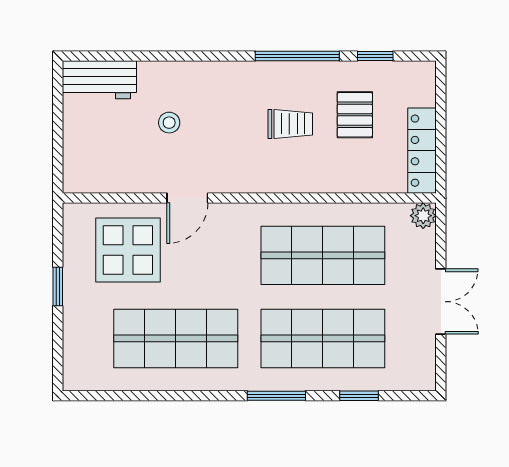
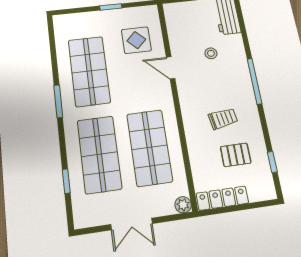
window: (297, 56) -> (254, 81), moved
trolley: (290, 124) -> (223, 119), turned -99
display table: (128, 250) -> (136, 40), width x0.73, depth x0.73
window: (276, 396) -> (58, 101), moved

